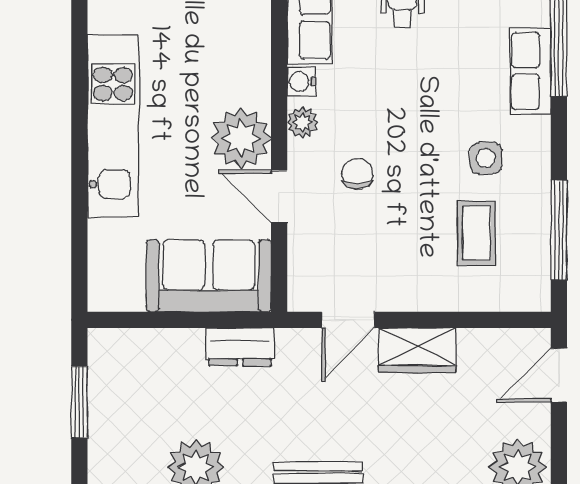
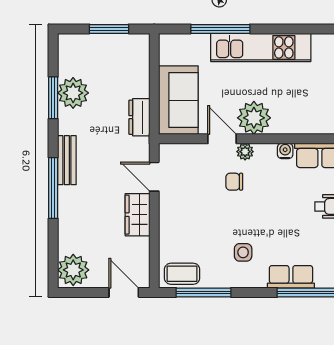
plant: (303, 122) -> (245, 152), moved
chair: (357, 174) -> (234, 182), turned 180
door: (279, 196) -> (222, 139), hinge flipped
window: (79, 199) -> (220, 29), added
coffee table: (476, 233) -> (182, 274), moved

